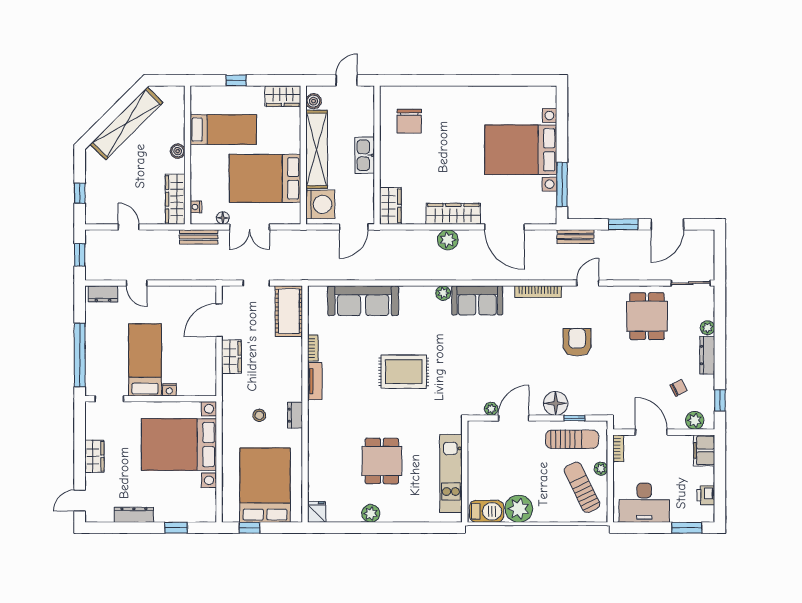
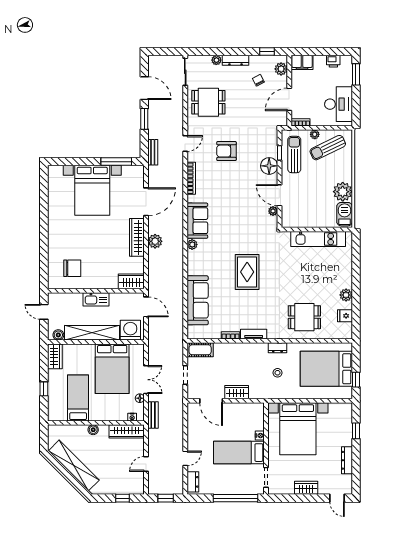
door: (588, 283) -> (185, 144), swing flipped
cot: (289, 311) -> (200, 350), width x0.73, depth x0.75
dining table: (382, 461) -> (304, 317), moved
fridge: (317, 512) -> (345, 316), moved

